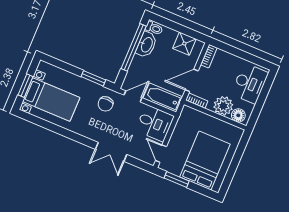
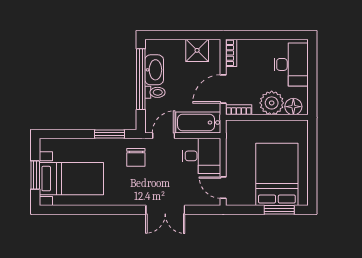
toilet: (154, 28) -> (155, 92), moved
window: (177, 179) -> (279, 210), moved

